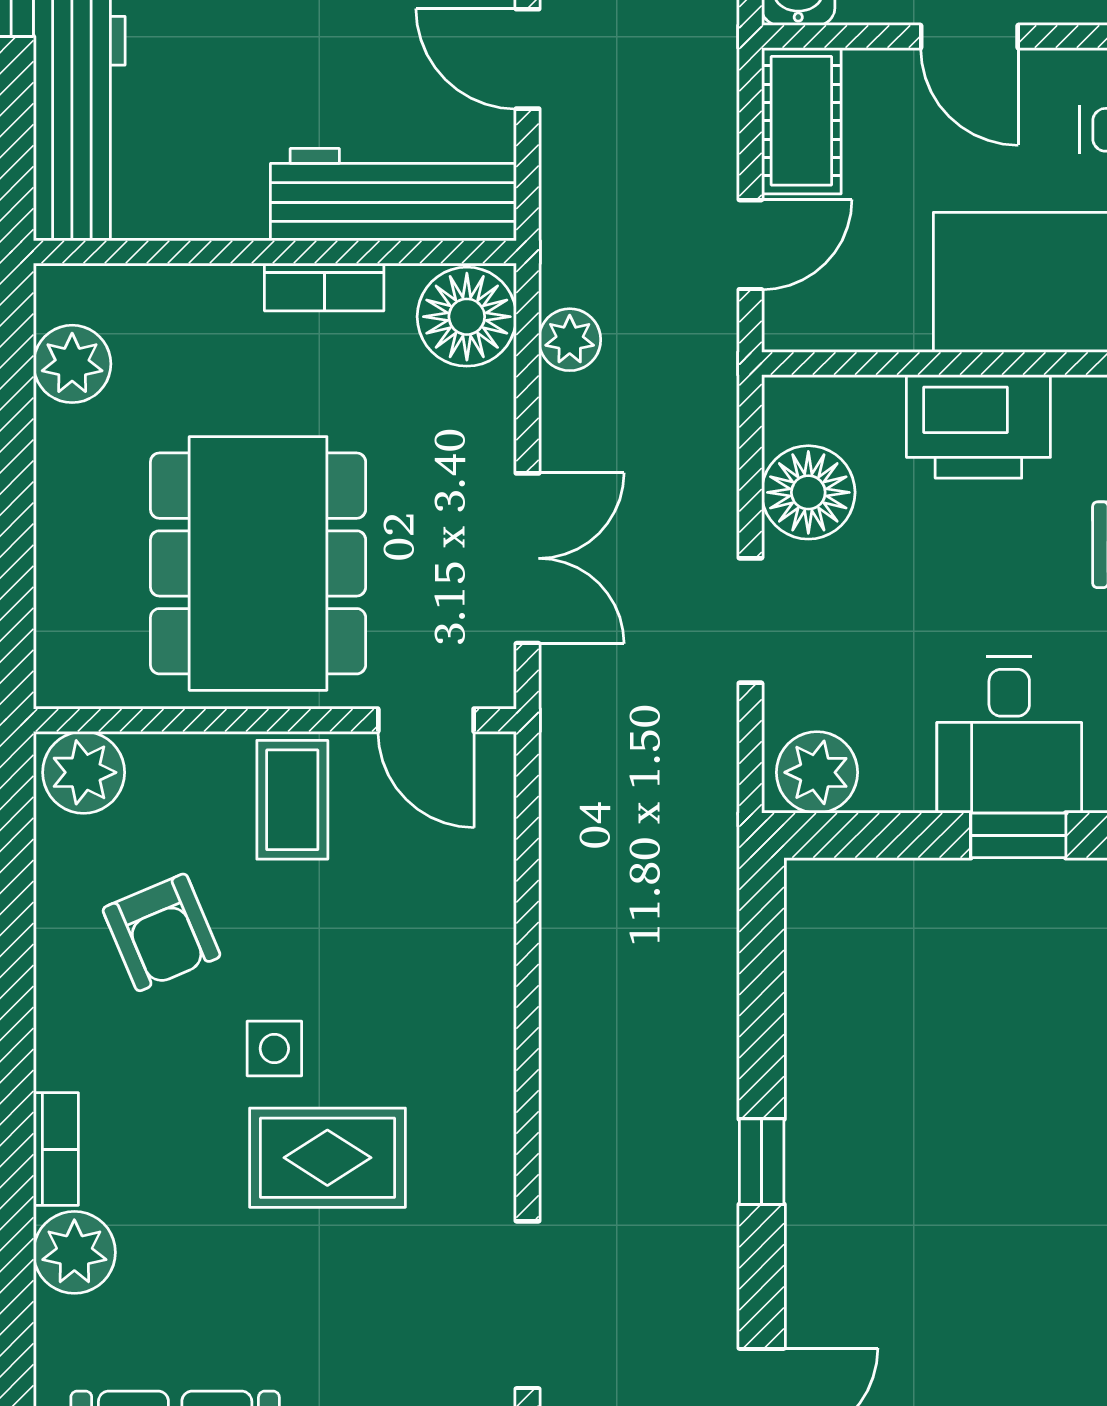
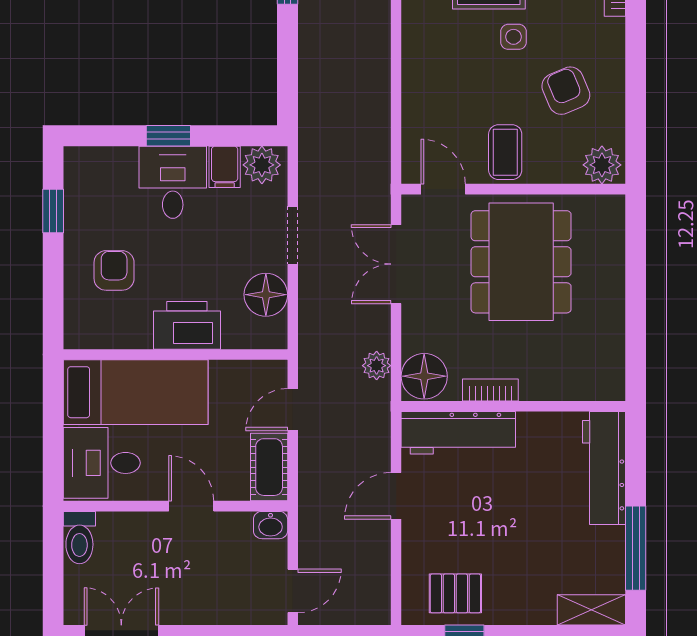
door: (528, 59) -> (396, 496), swing flipped
plant: (72, 364) -> (607, 354), removed
filing cabinet: (897, 768) -> (225, 167), added

